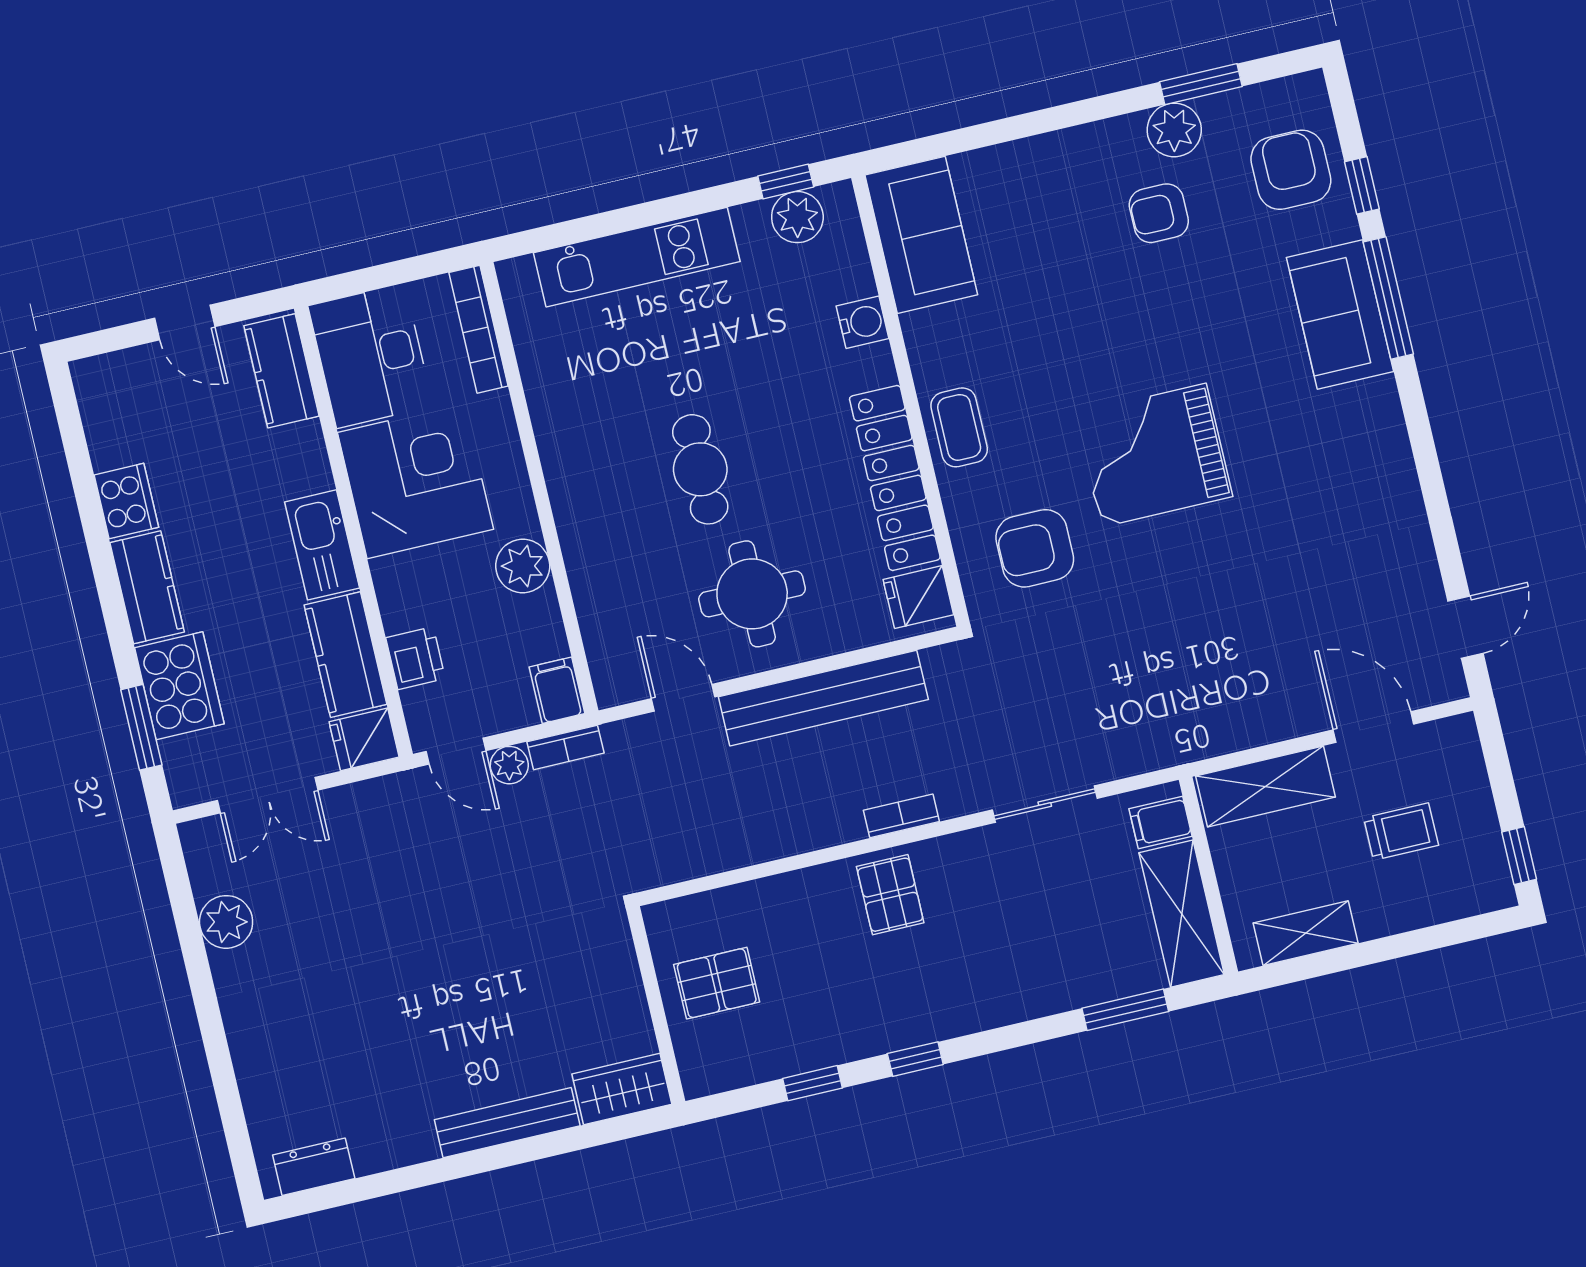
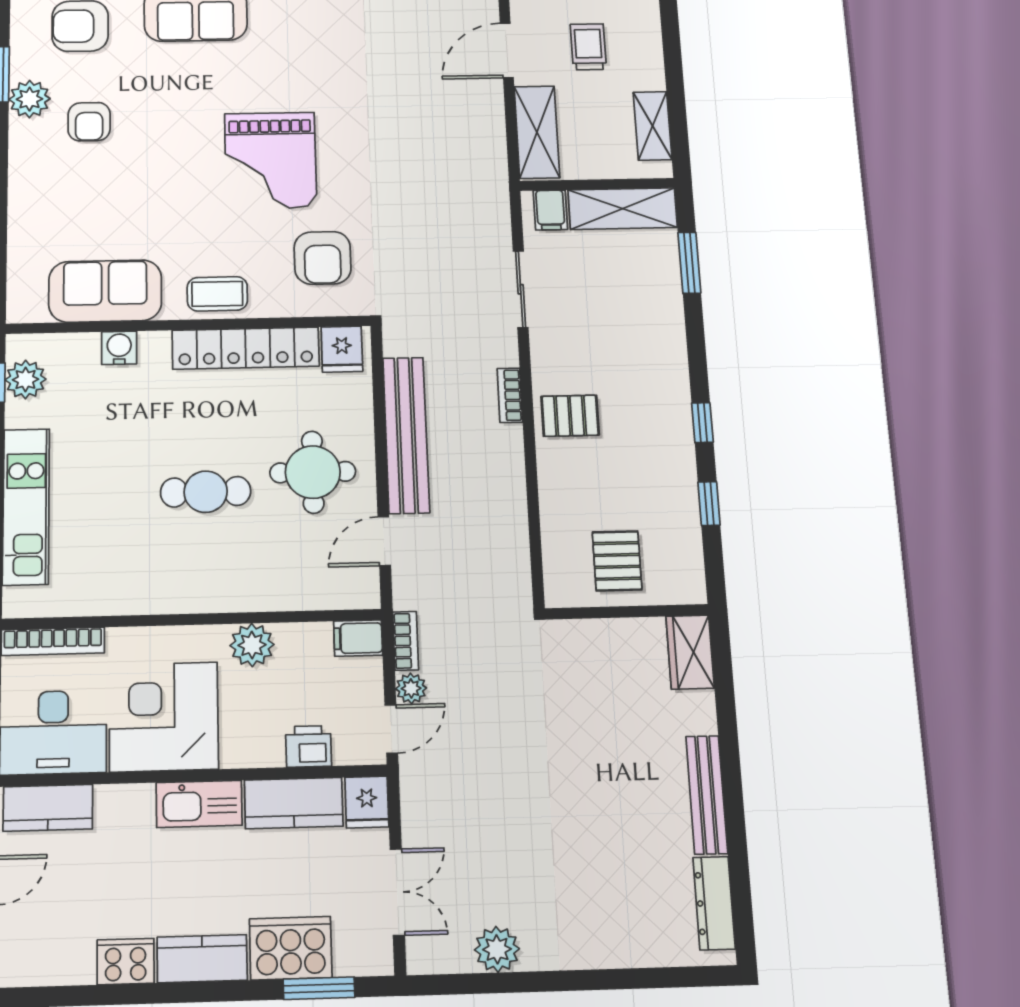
sofa: (921, 235) -> (105, 291), moved
bench: (507, 1123) -> (707, 795), moved
dresser: (314, 1167) -> (714, 903), width x1.44

